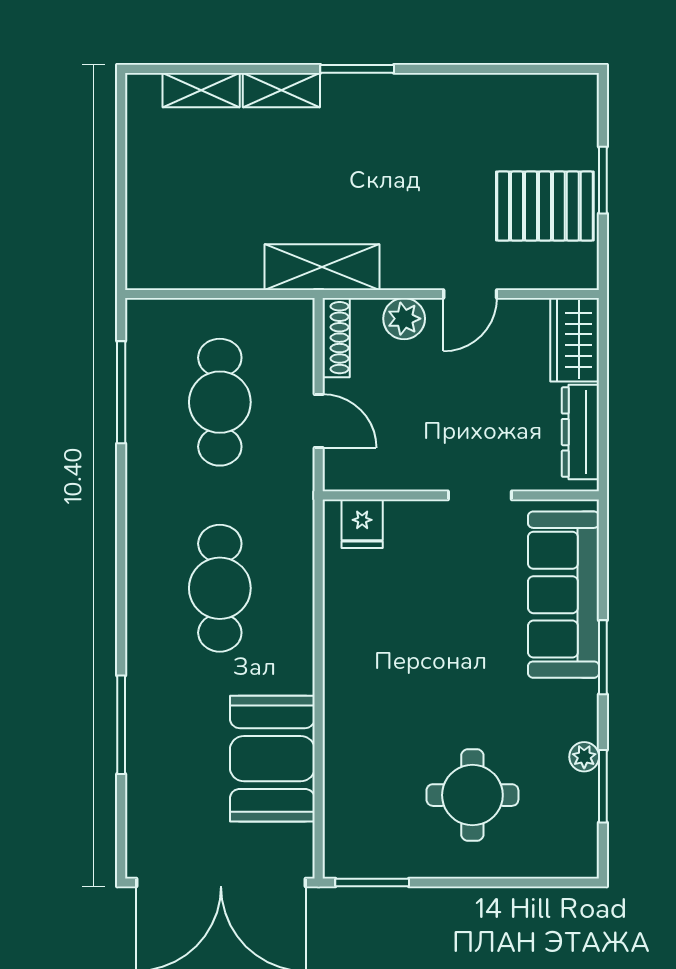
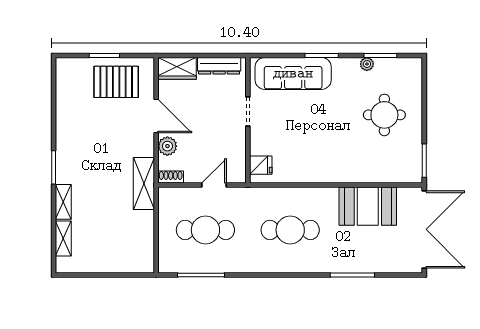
pallet: (545, 206) -> (116, 82), turned 90
door: (470, 294) -> (156, 116), width x1.38
shoe rack: (336, 338) -> (171, 177), width x0.70

